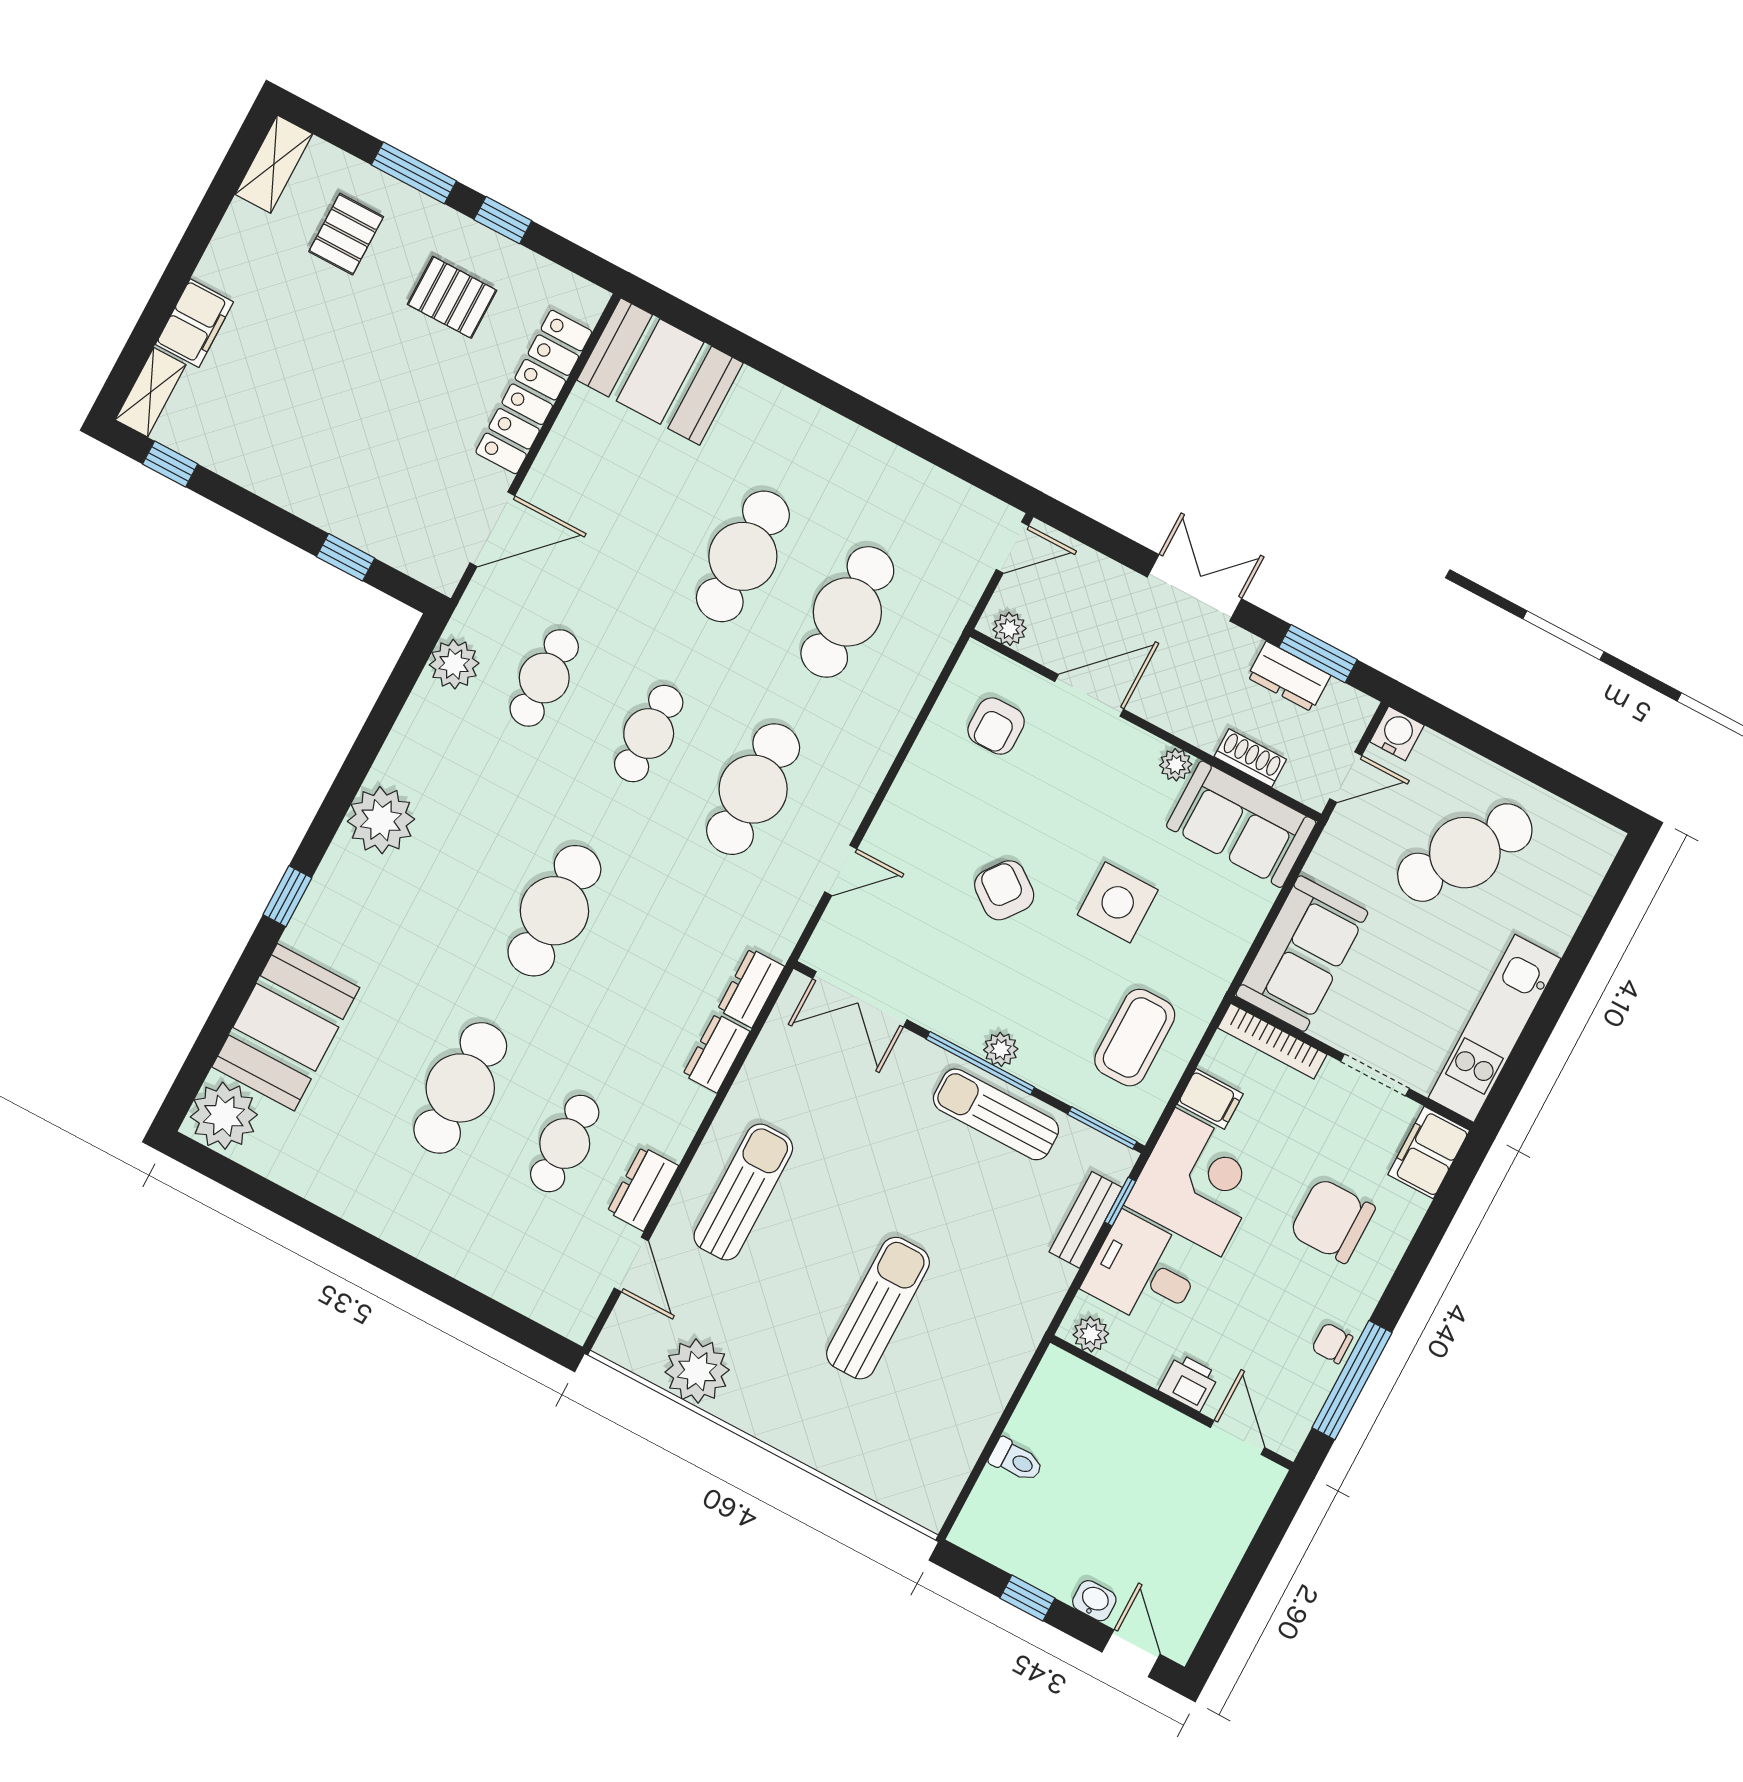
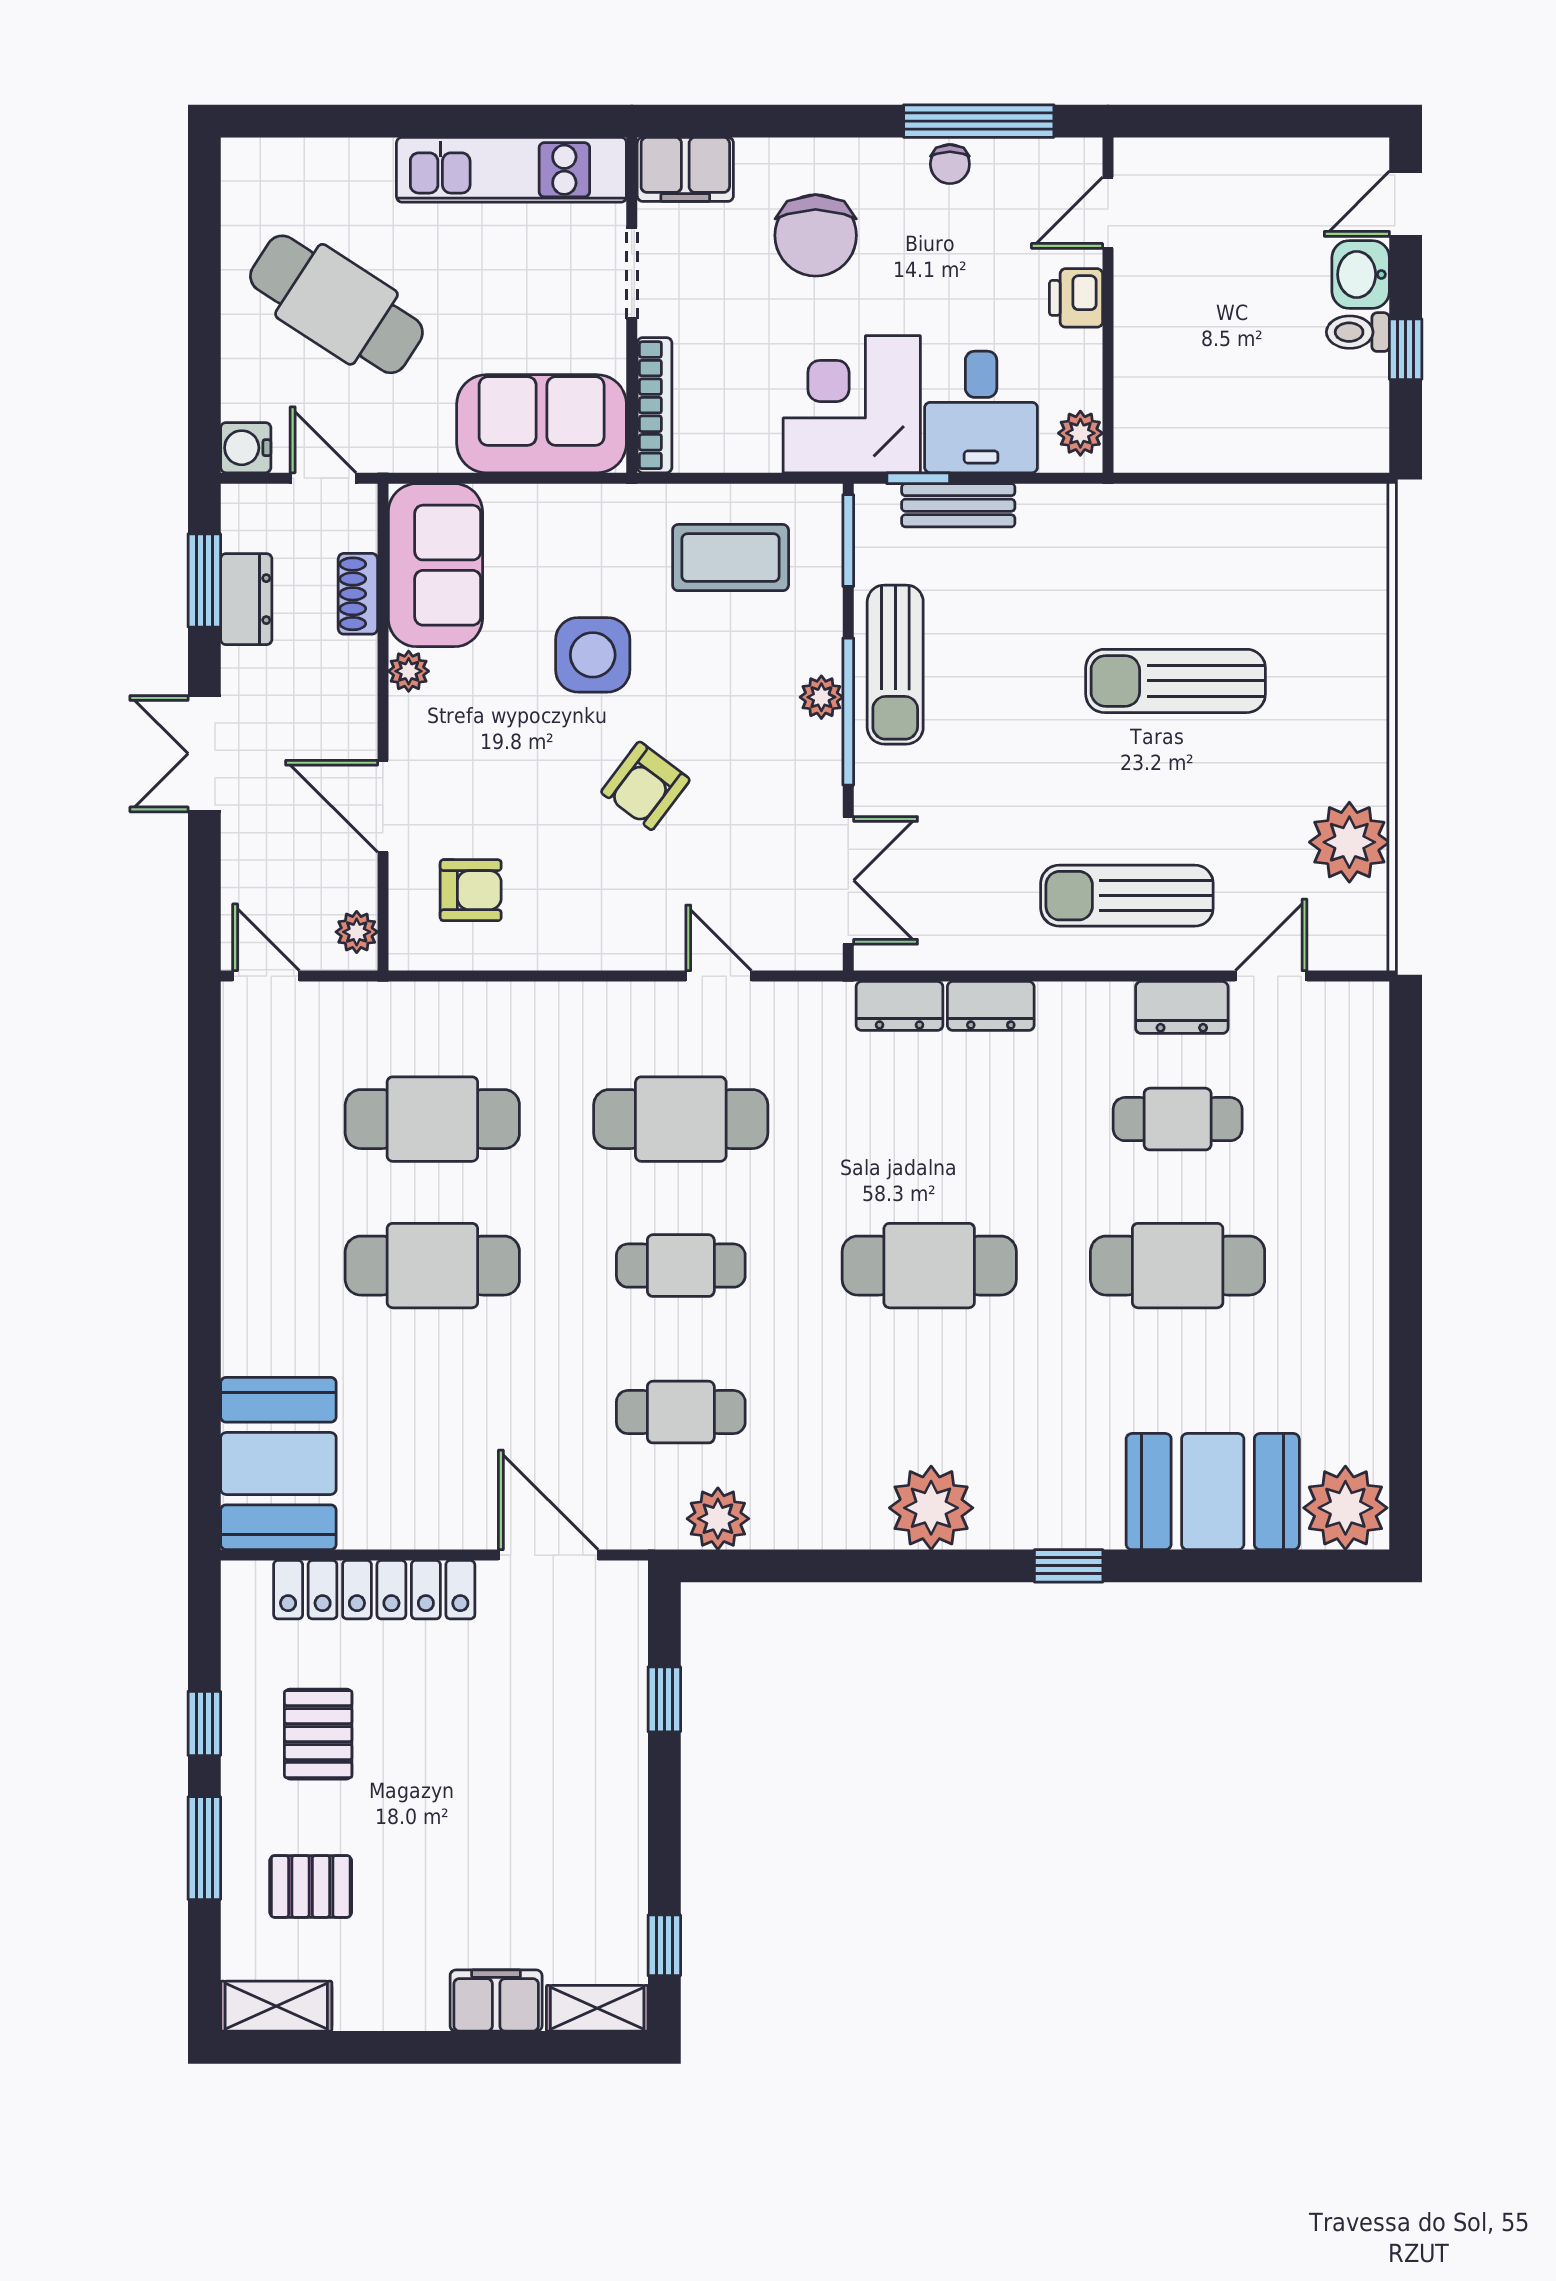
filing cabinet: (1210, 1099) -> (754, 439), removed
toilet: (1016, 1460) -> (1358, 332), moved, turned -90
washbasin: (1094, 1601) -> (1361, 274), width x1.38, depth x1.45

